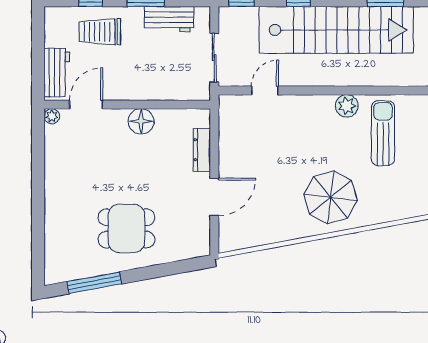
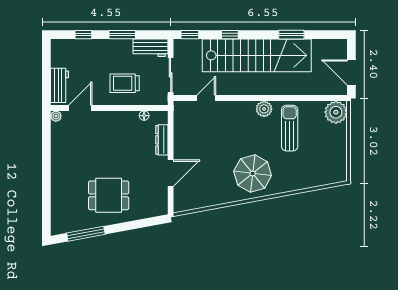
workbench: (169, 19) -> (150, 48), moved
trolley: (100, 32) -> (125, 83), moved
floor lamp: (141, 121) -> (144, 116), moved, width x0.53, depth x0.53

